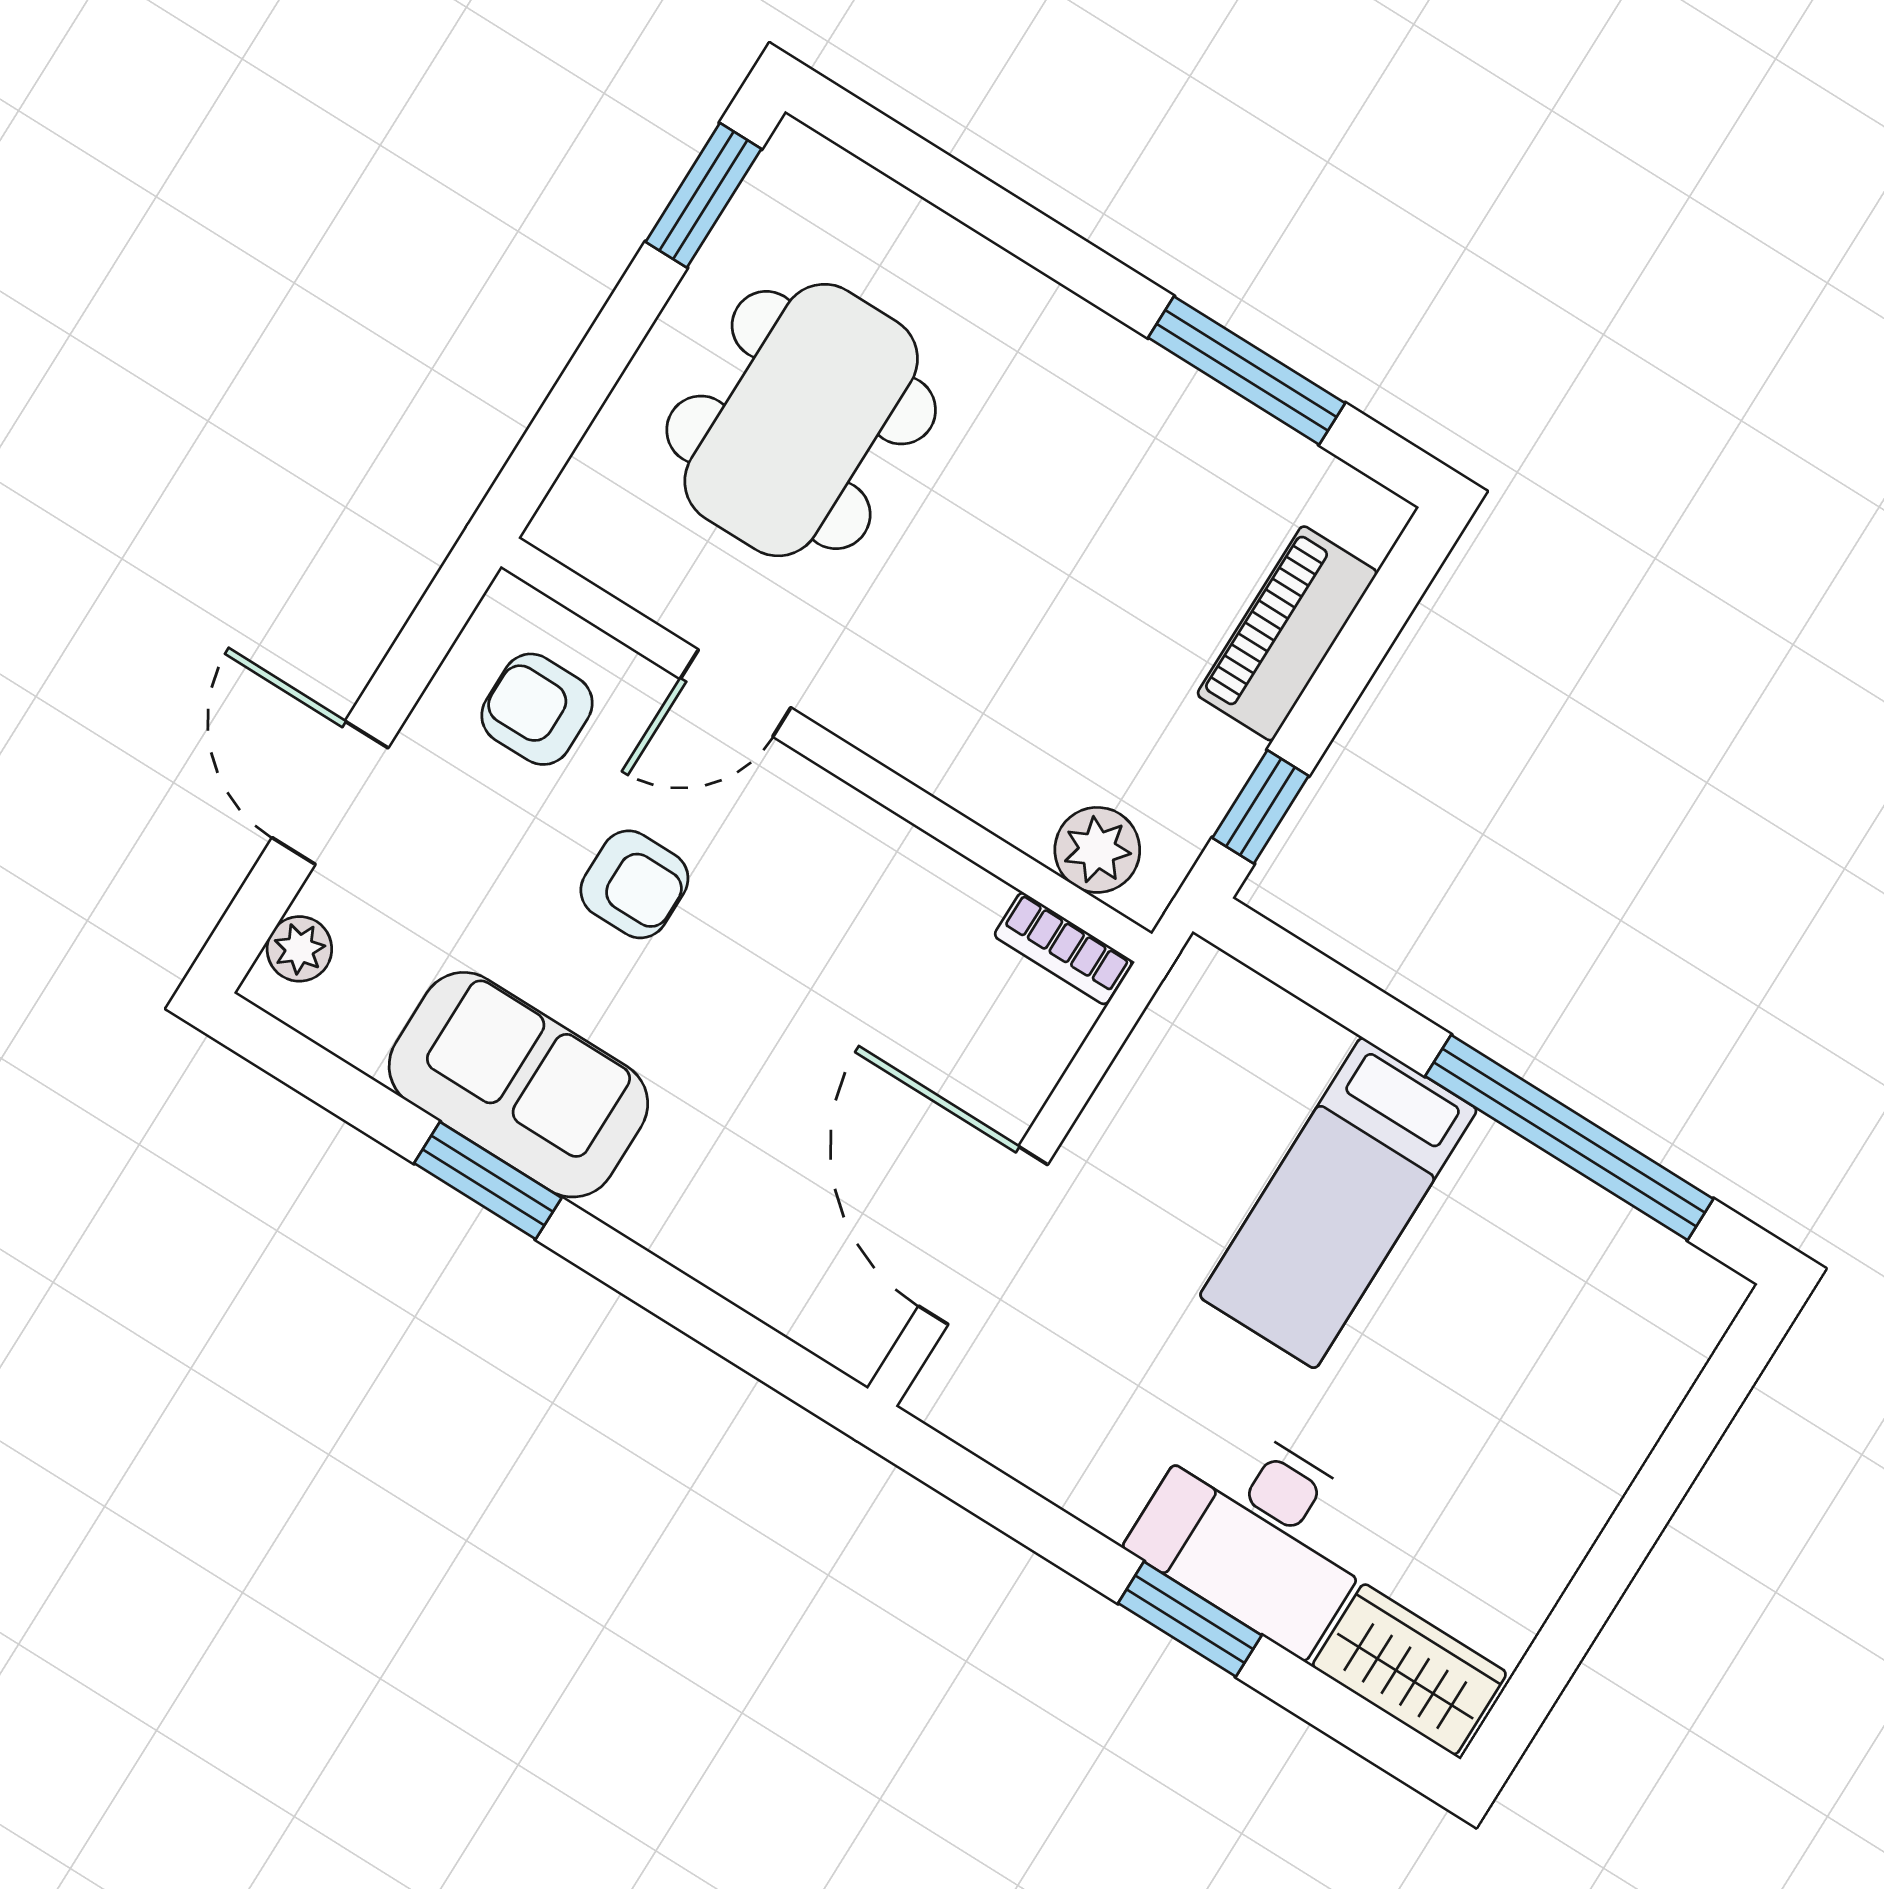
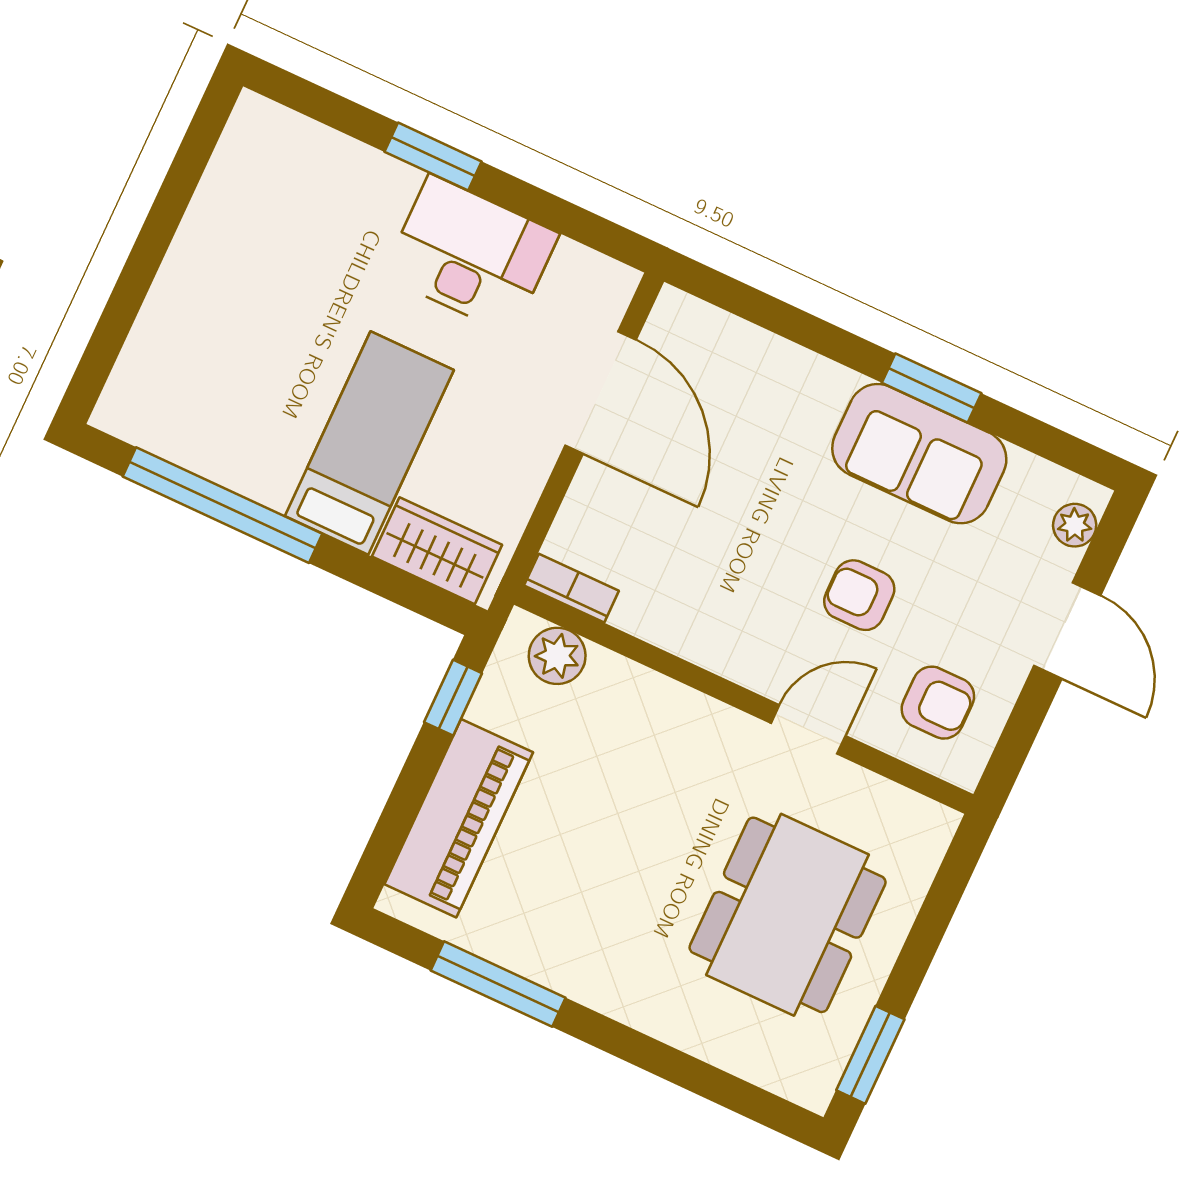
piano: (1287, 633) -> (459, 818), width x1.37, depth x1.33
desk: (1259, 1533) -> (471, 255), moved
wardrobe: (1409, 1669) -> (437, 551), moved, turned 180

